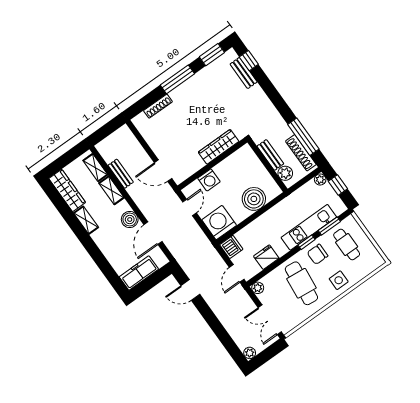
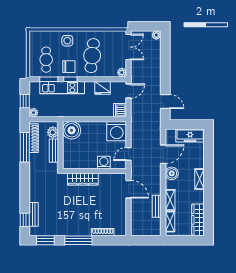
boiler: (254, 199) -> (72, 130), moved
shelving: (86, 220) -> (200, 179), moved

